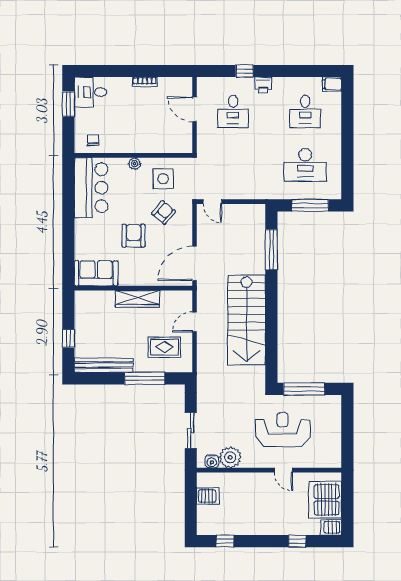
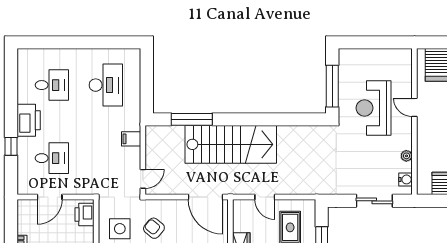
filing cabinet: (332, 84) -> (131, 139), moved, turned 90
printer: (263, 85) -> (29, 120), width x1.87, depth x1.48
printer: (177, 144) -> (85, 214), added
window: (310, 205) -> (147, 80), removed
stairs: (247, 320) -> (231, 144), moved
plant: (230, 457) -> (406, 156), width x0.53, depth x0.53
door: (283, 470) -> (414, 107), swing flipped

